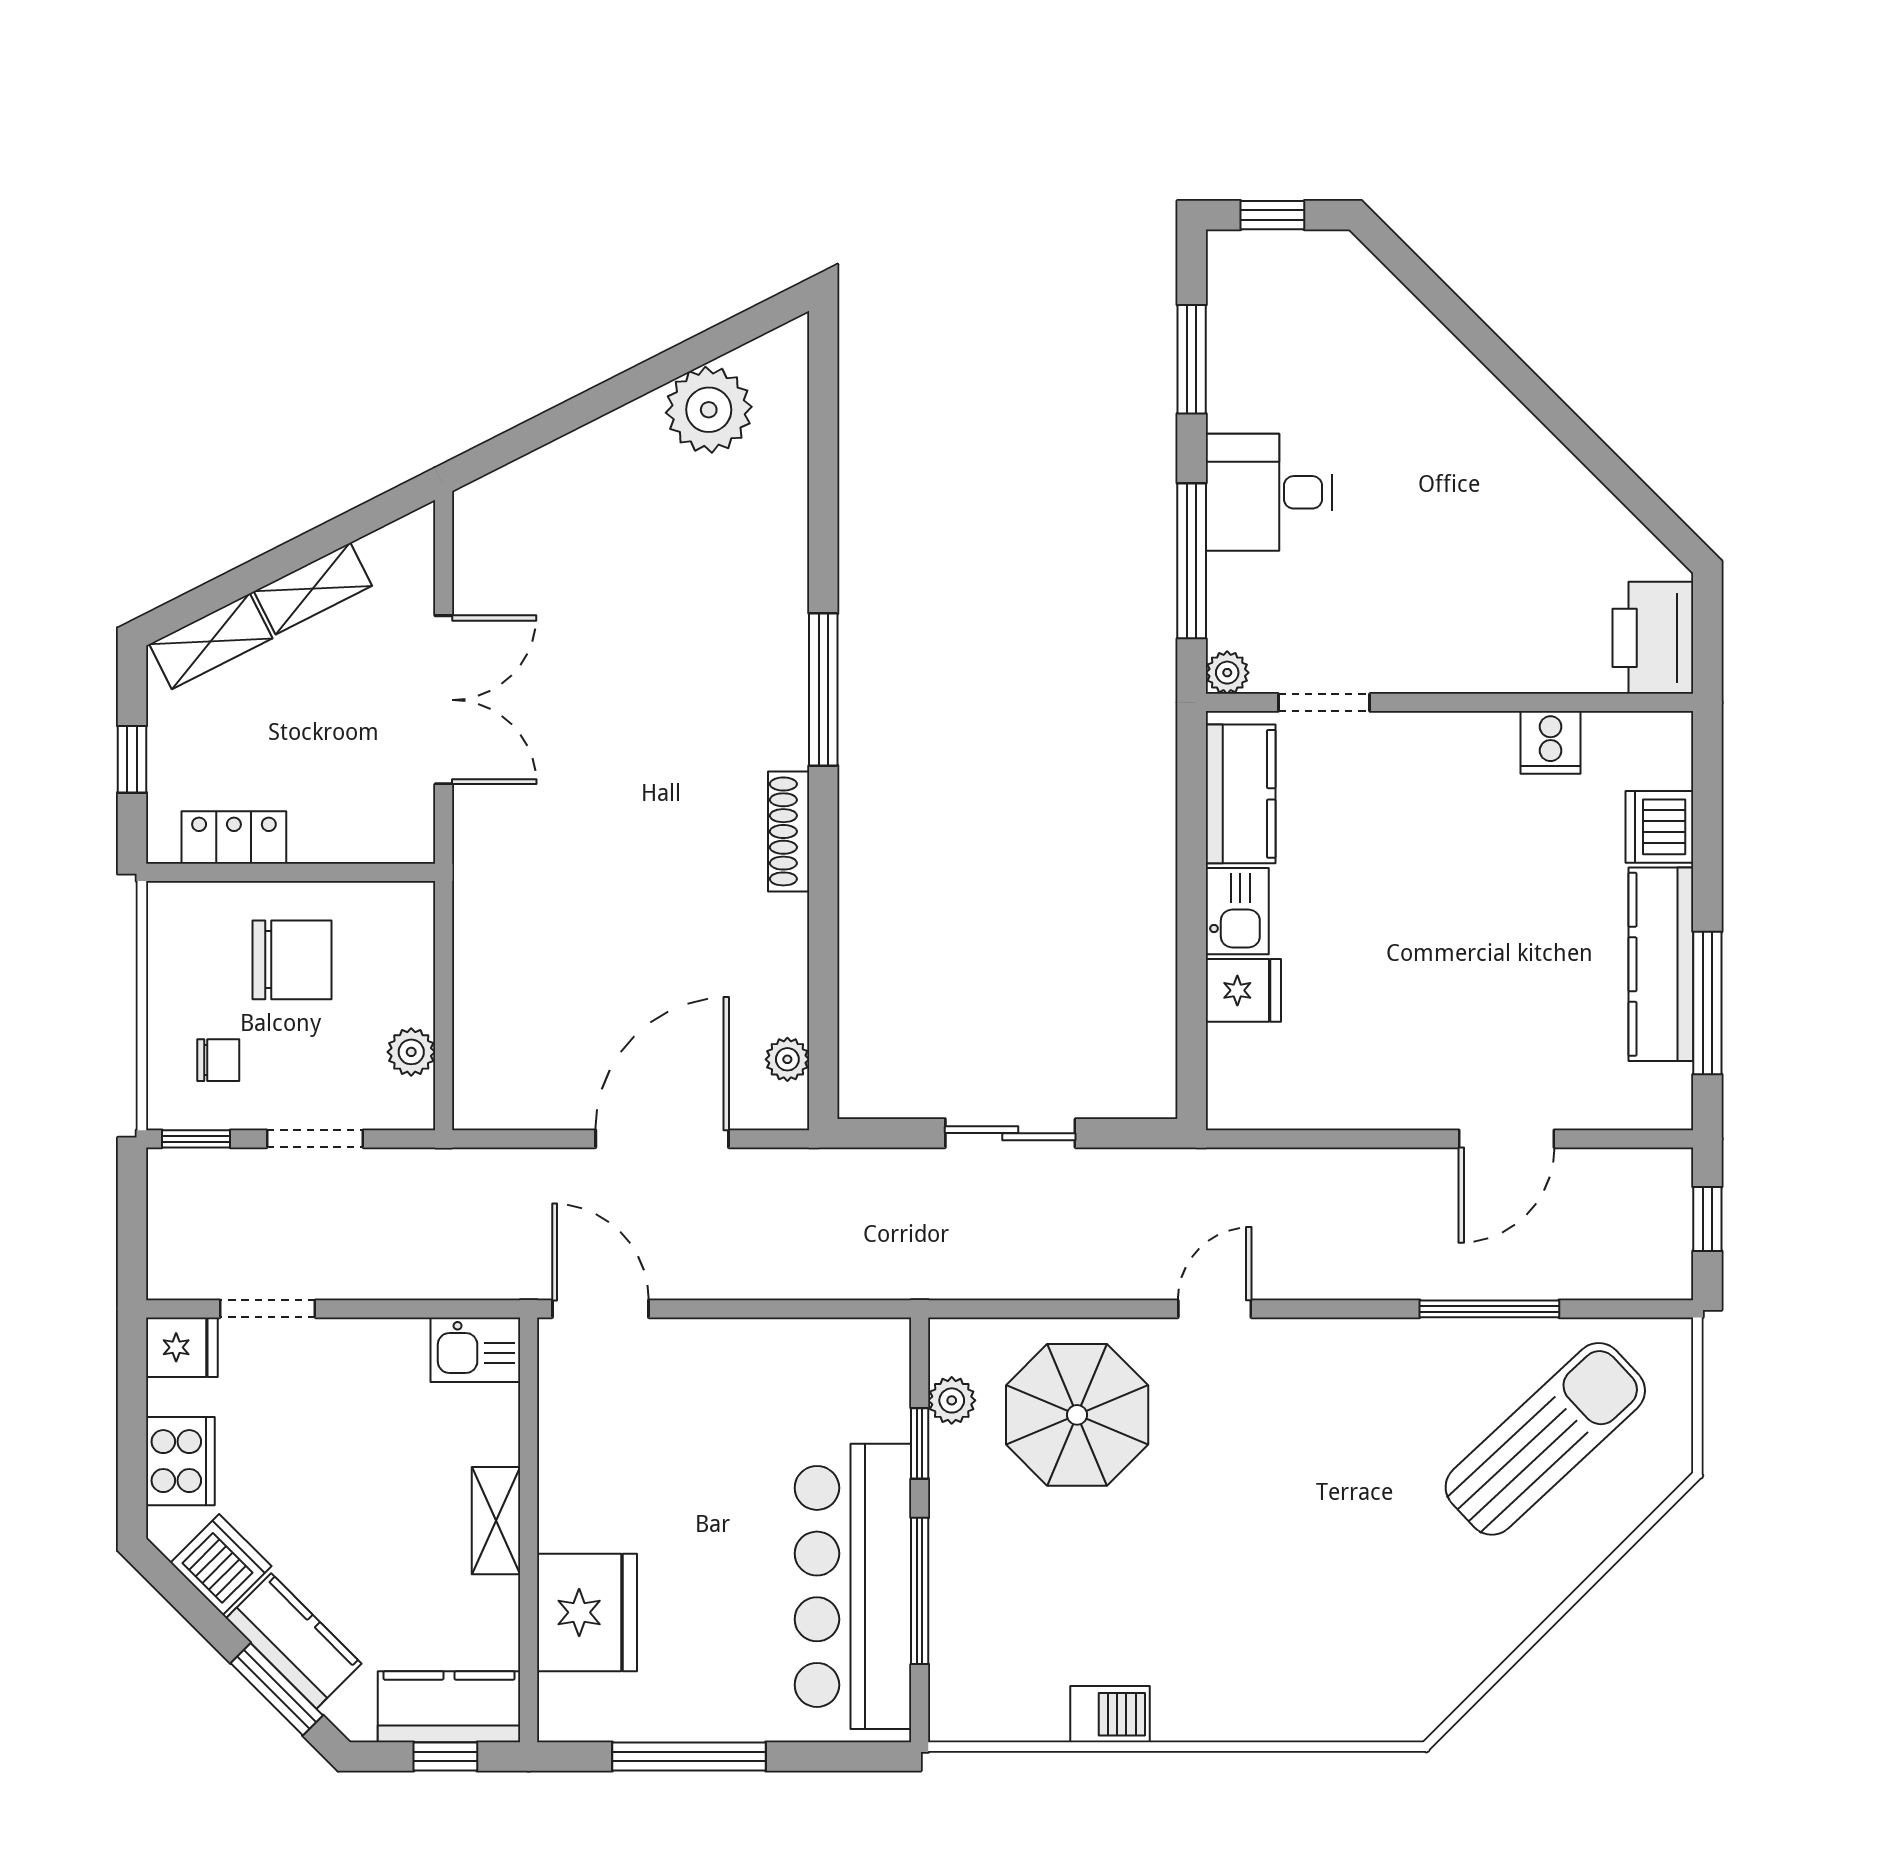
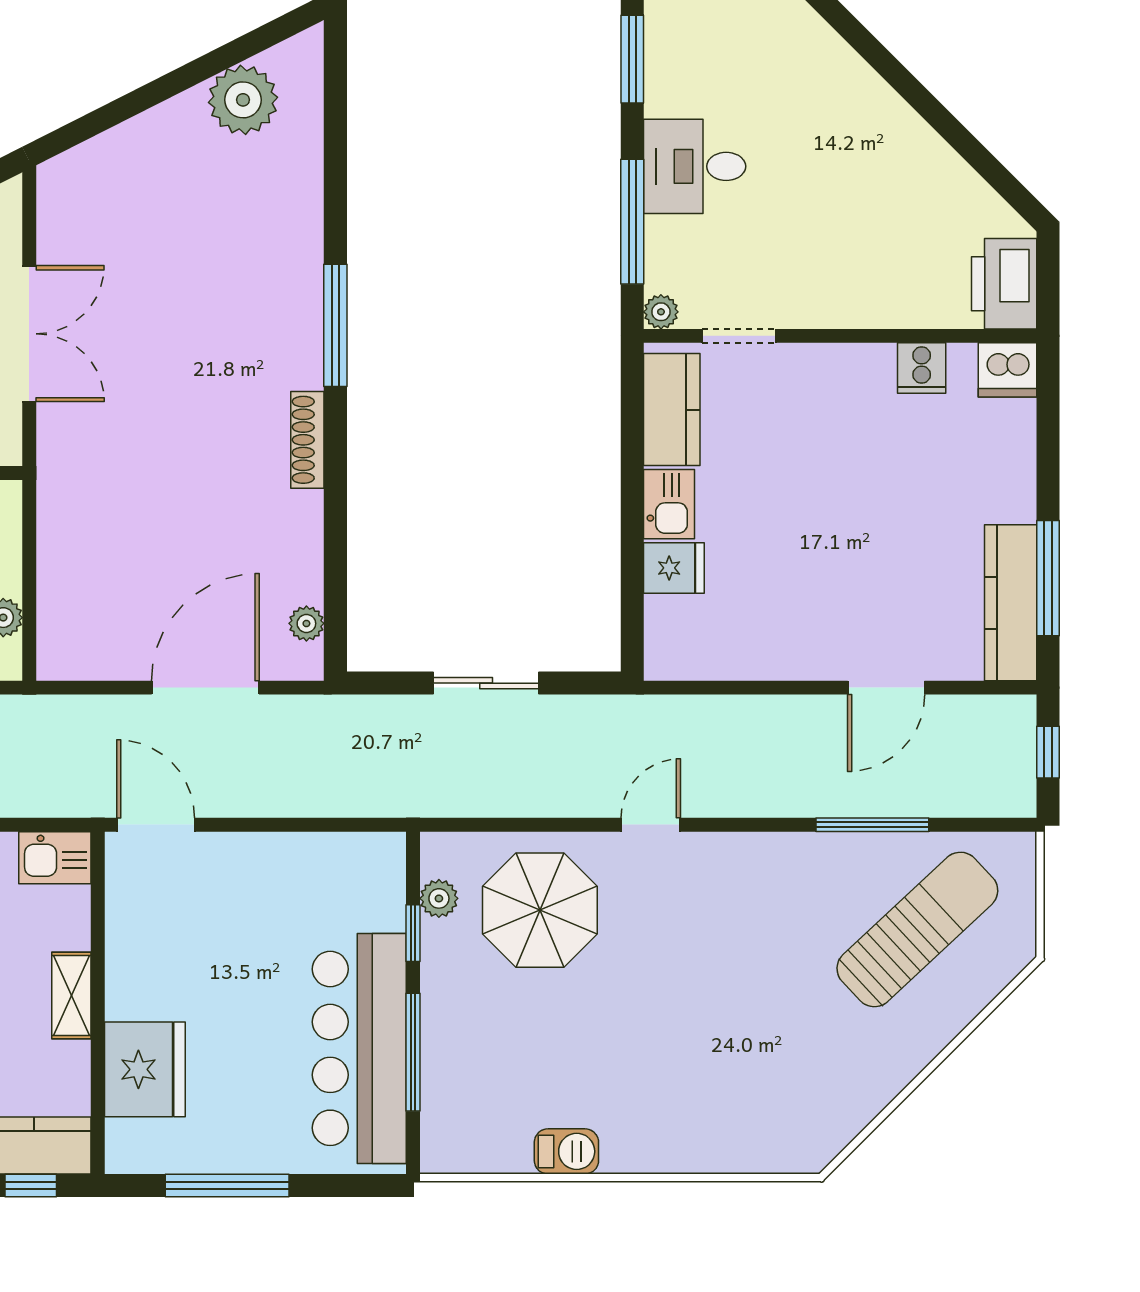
dishwasher: (1659, 827) -> (1008, 370), moved, turned -90
kitchen counter: (1661, 964) -> (1011, 603), moved

